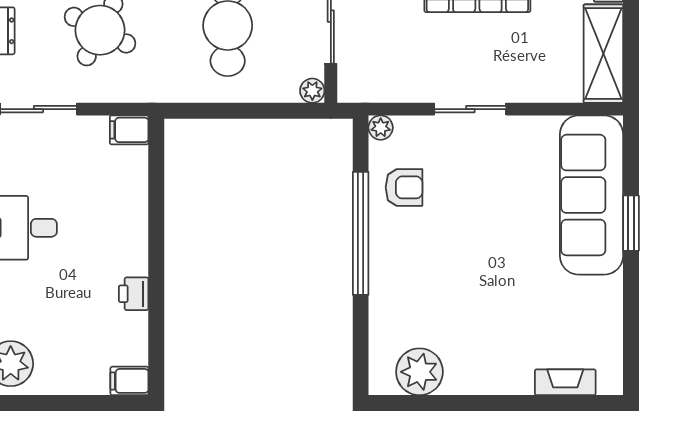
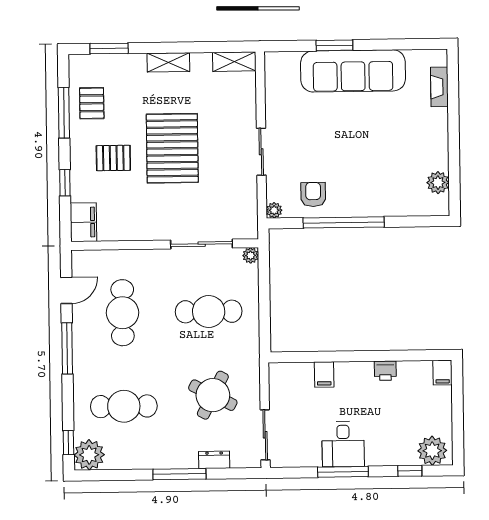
shelving: (603, 54) -> (234, 62), width x0.67, depth x0.75
filing cabinet: (129, 130) -> (324, 375), moved
sofa: (591, 195) -> (353, 71), moved
plant: (419, 372) -> (438, 183), width x0.73, depth x0.73

